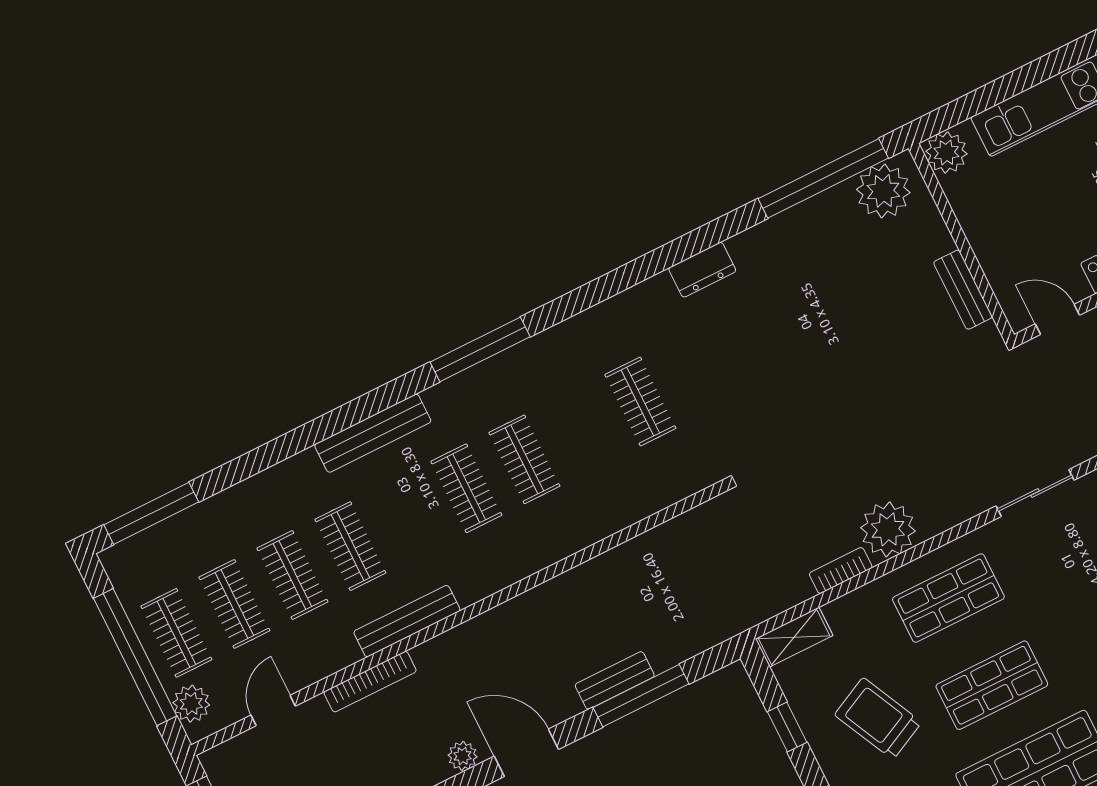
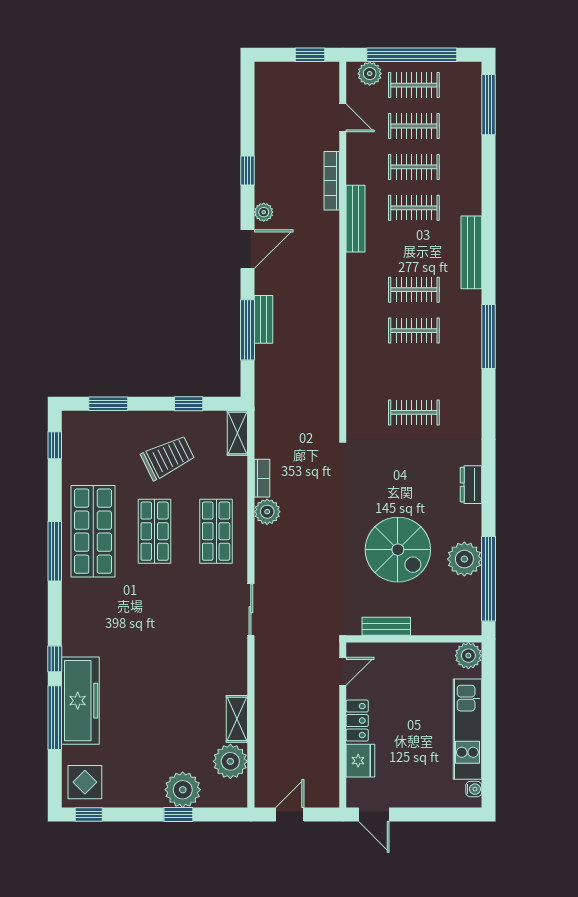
plant: (883, 191) -> (464, 559), moved
spiral stairs: (846, 327) -> (398, 550), added
plant: (888, 529) -> (267, 512), width x0.73, depth x0.73

